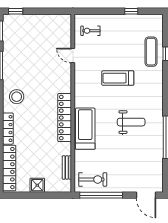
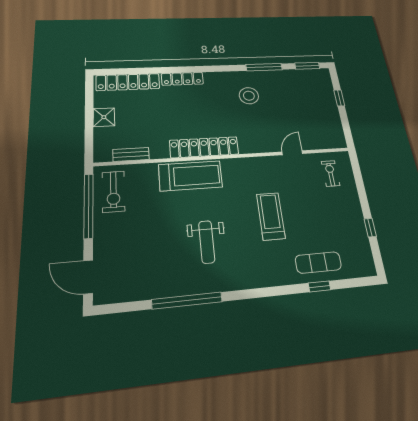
window: (16, 11) -> (339, 98), moved
stool: (17, 97) -> (249, 96), moved
door: (146, 195) -> (88, 277), hinge flipped

